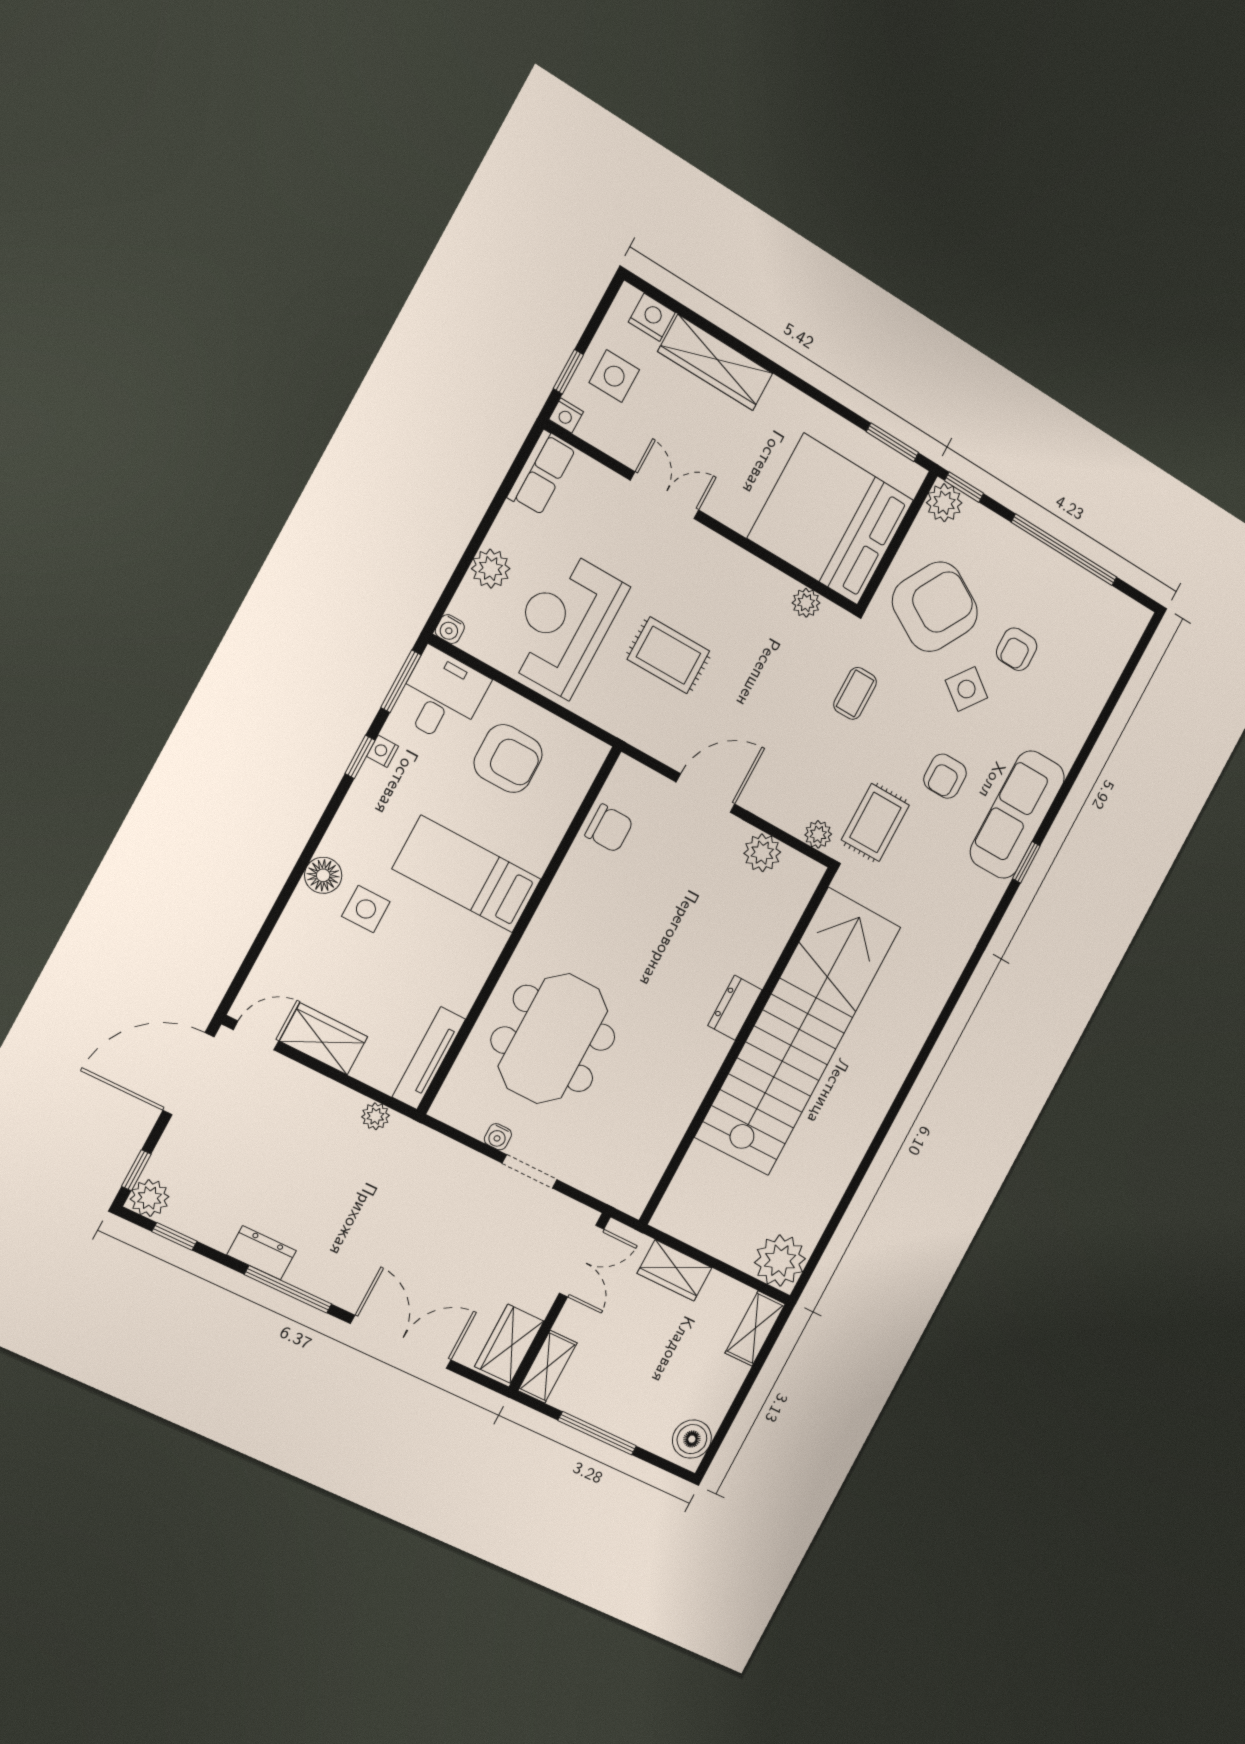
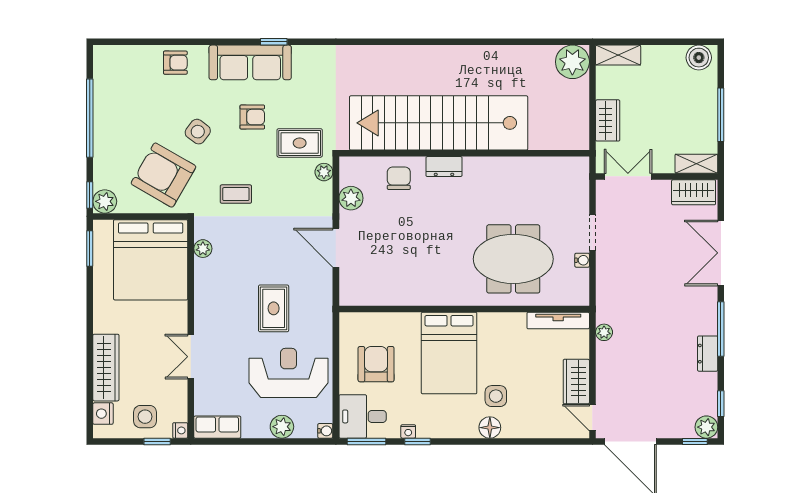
reception desk: (564, 624) -> (289, 373), turned 180
armchair: (1017, 649) -> (175, 63), moved
chair: (609, 828) -> (399, 178), moved
bed: (467, 874) -> (449, 353), width x1.50

